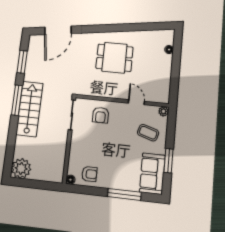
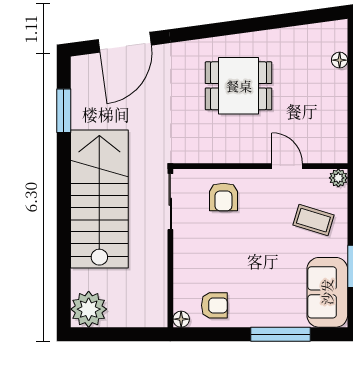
window: (17, 100) -> (64, 185), removed
stairs: (30, 109) -> (99, 199), width x1.36, depth x1.51

